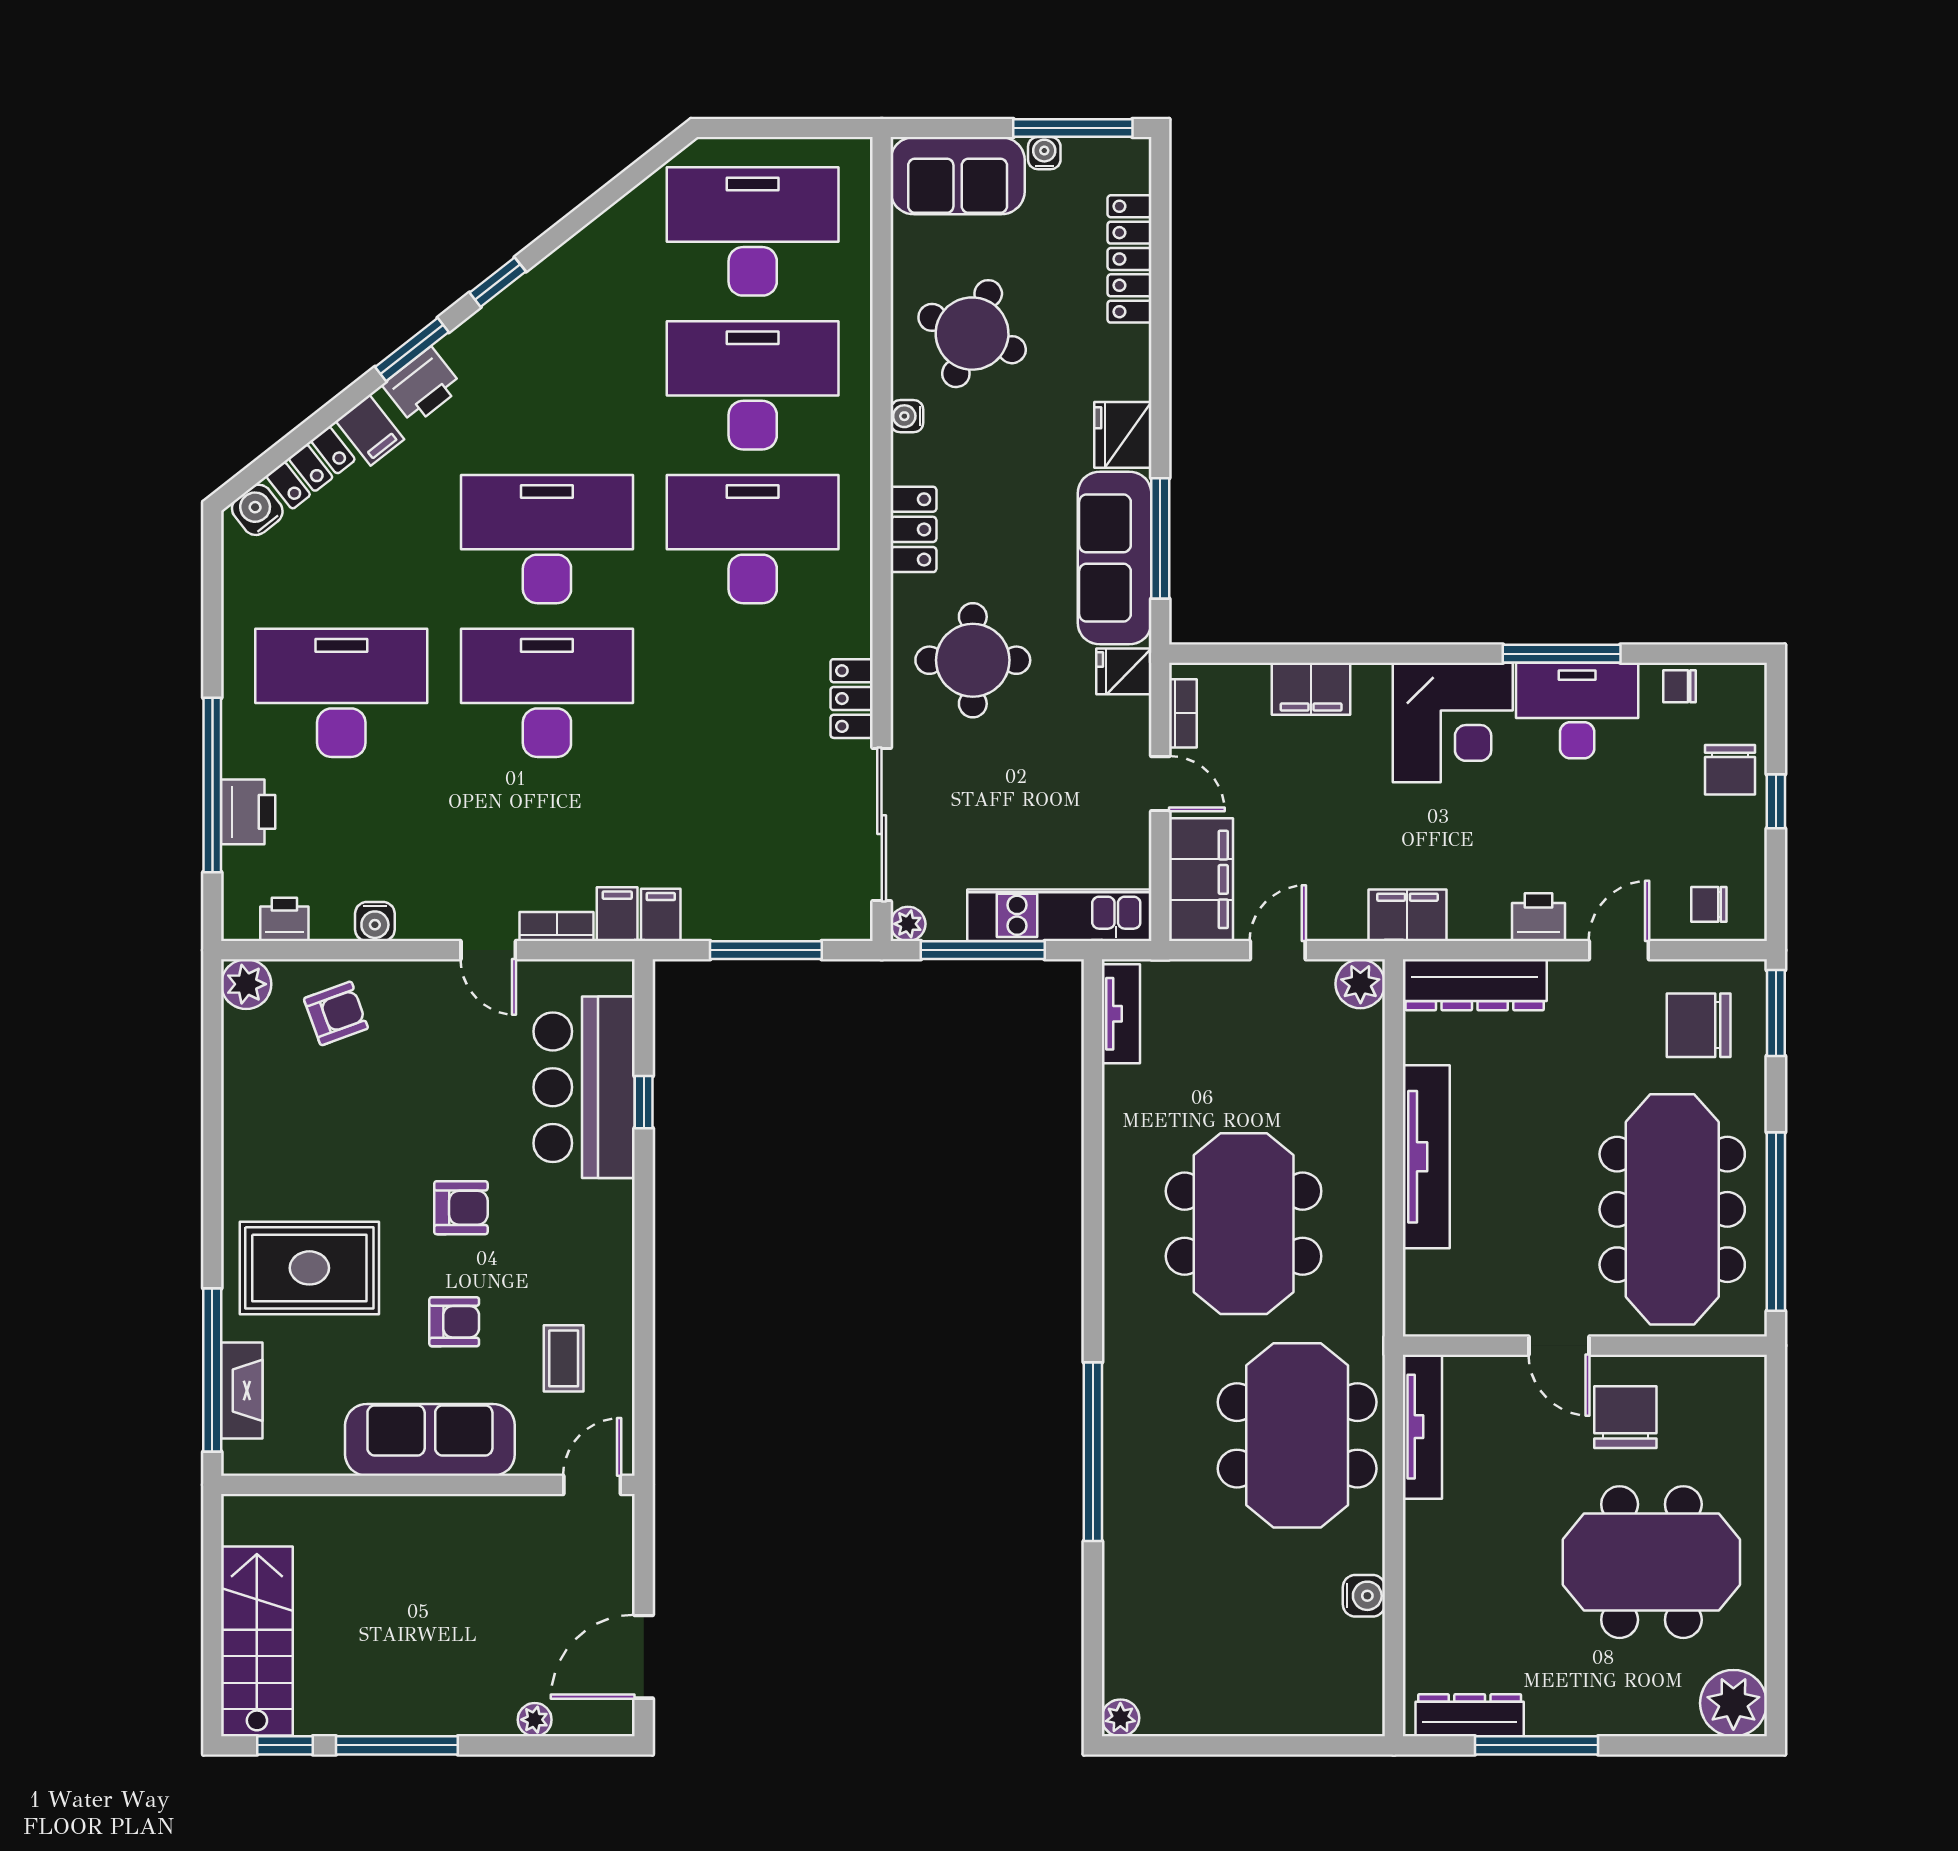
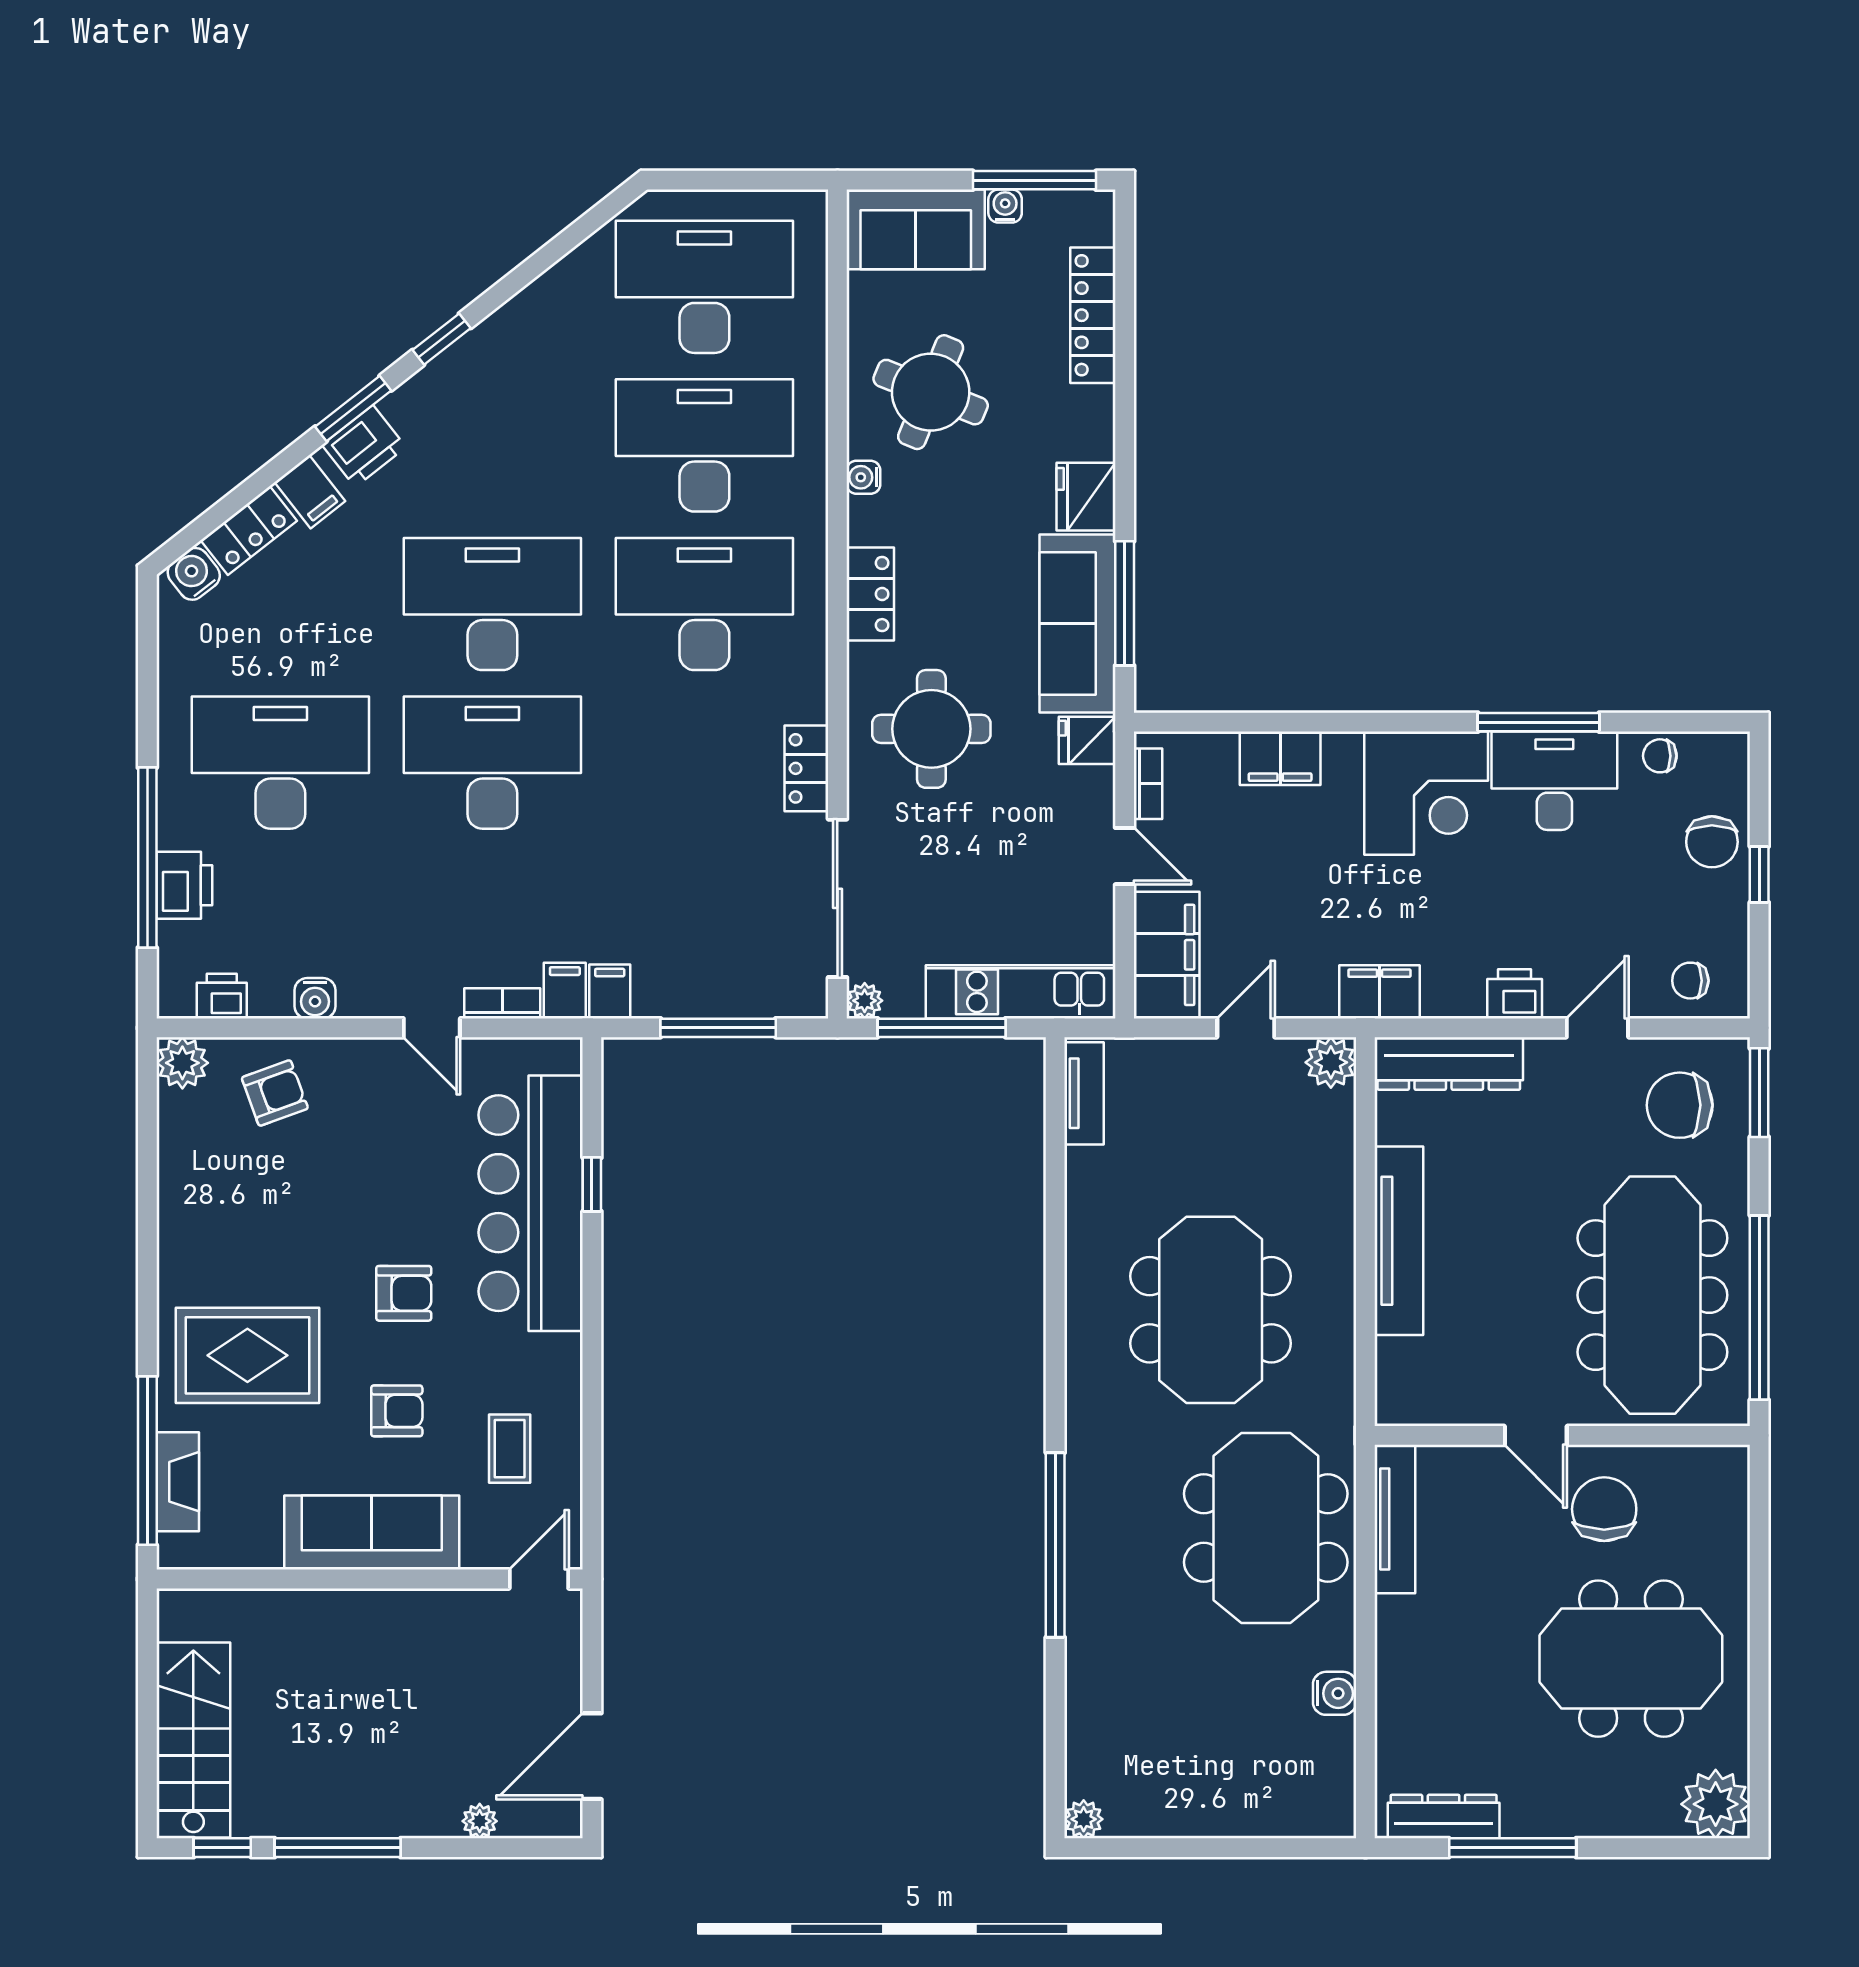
bar counter: (584, 1087) -> (531, 1203), width x1.36

